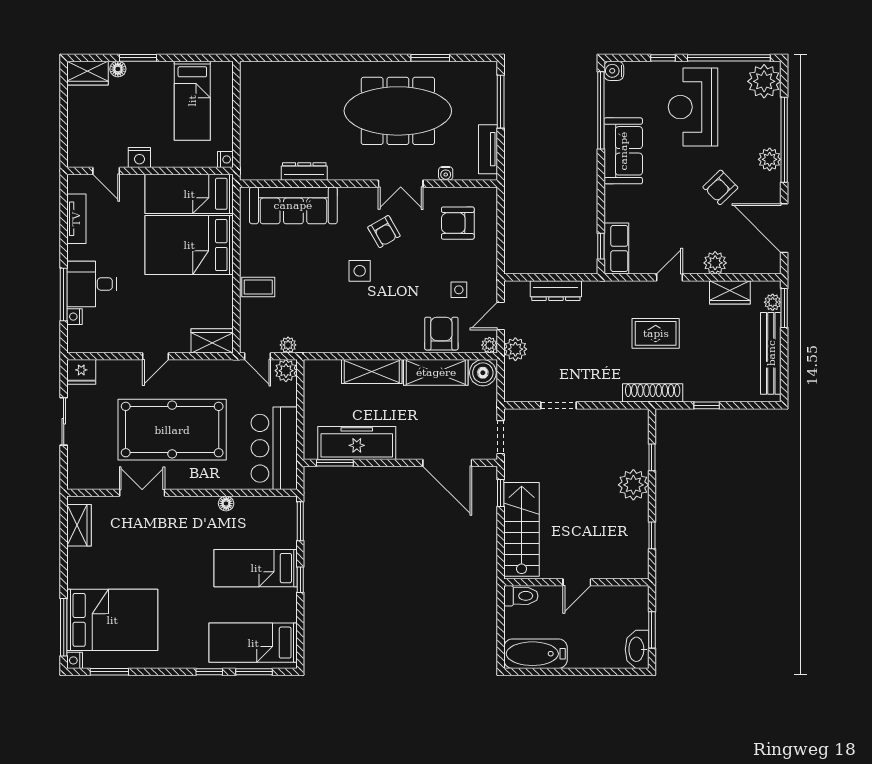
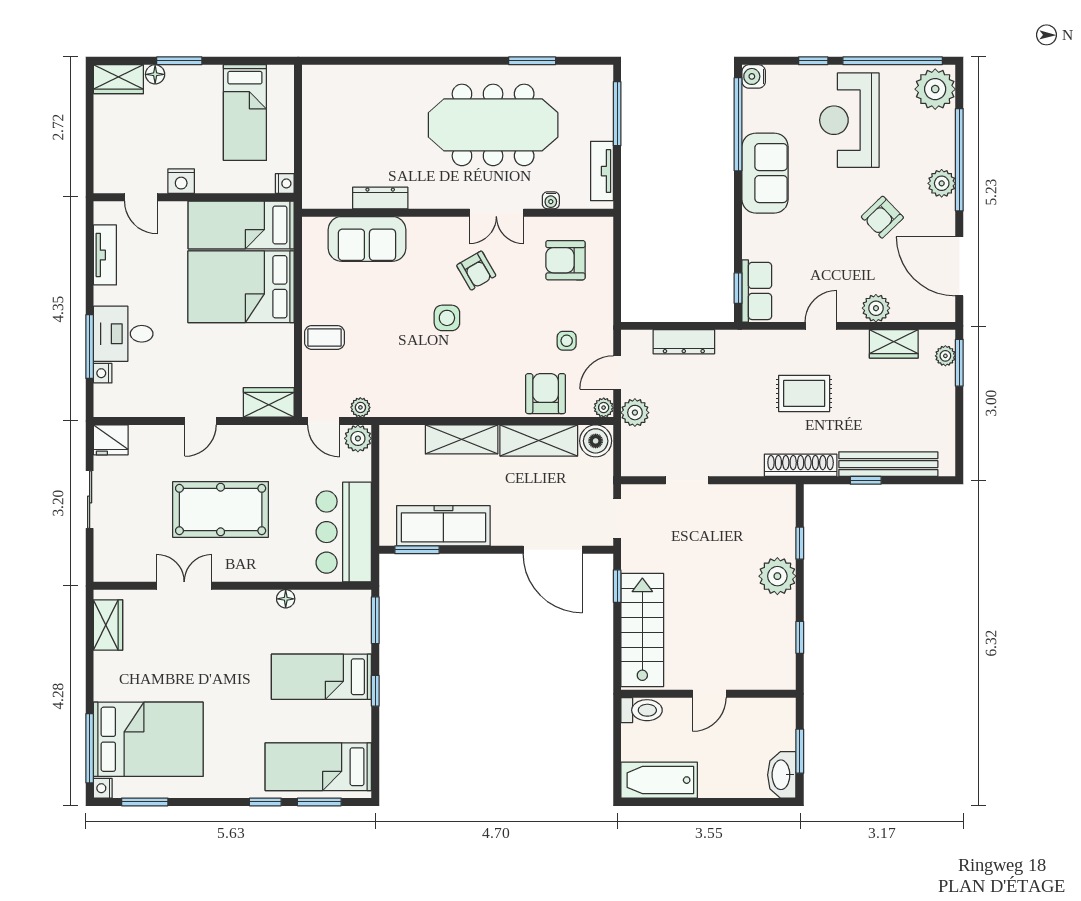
sofa: (293, 205) -> (367, 239), width x0.73
bench: (771, 353) -> (888, 464), moved, turned 90
pool table: (172, 430) -> (221, 509), width x0.73, depth x0.76

